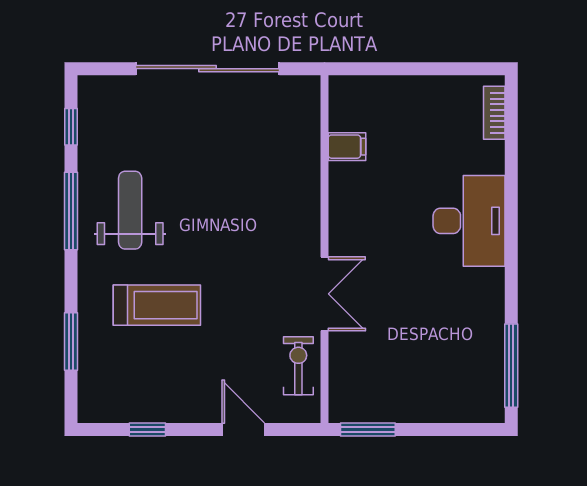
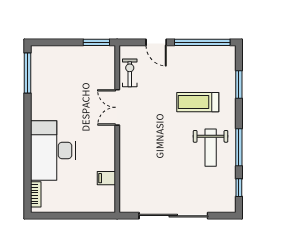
desk: (469, 221) -> (53, 150), width x1.36, depth x1.30
exercise bike: (298, 366) -> (130, 73), turned 180
window: (147, 429) -> (202, 42), width x3.17

